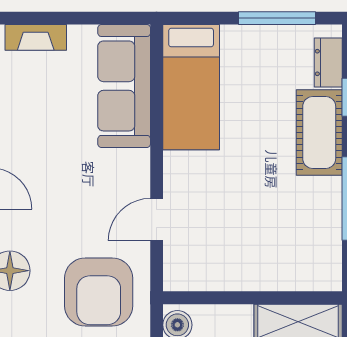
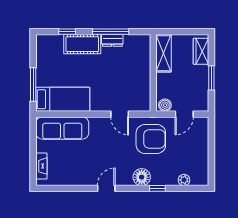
window: (277, 18) -> (33, 85), moved
dresser: (328, 62) -> (112, 40), moved

